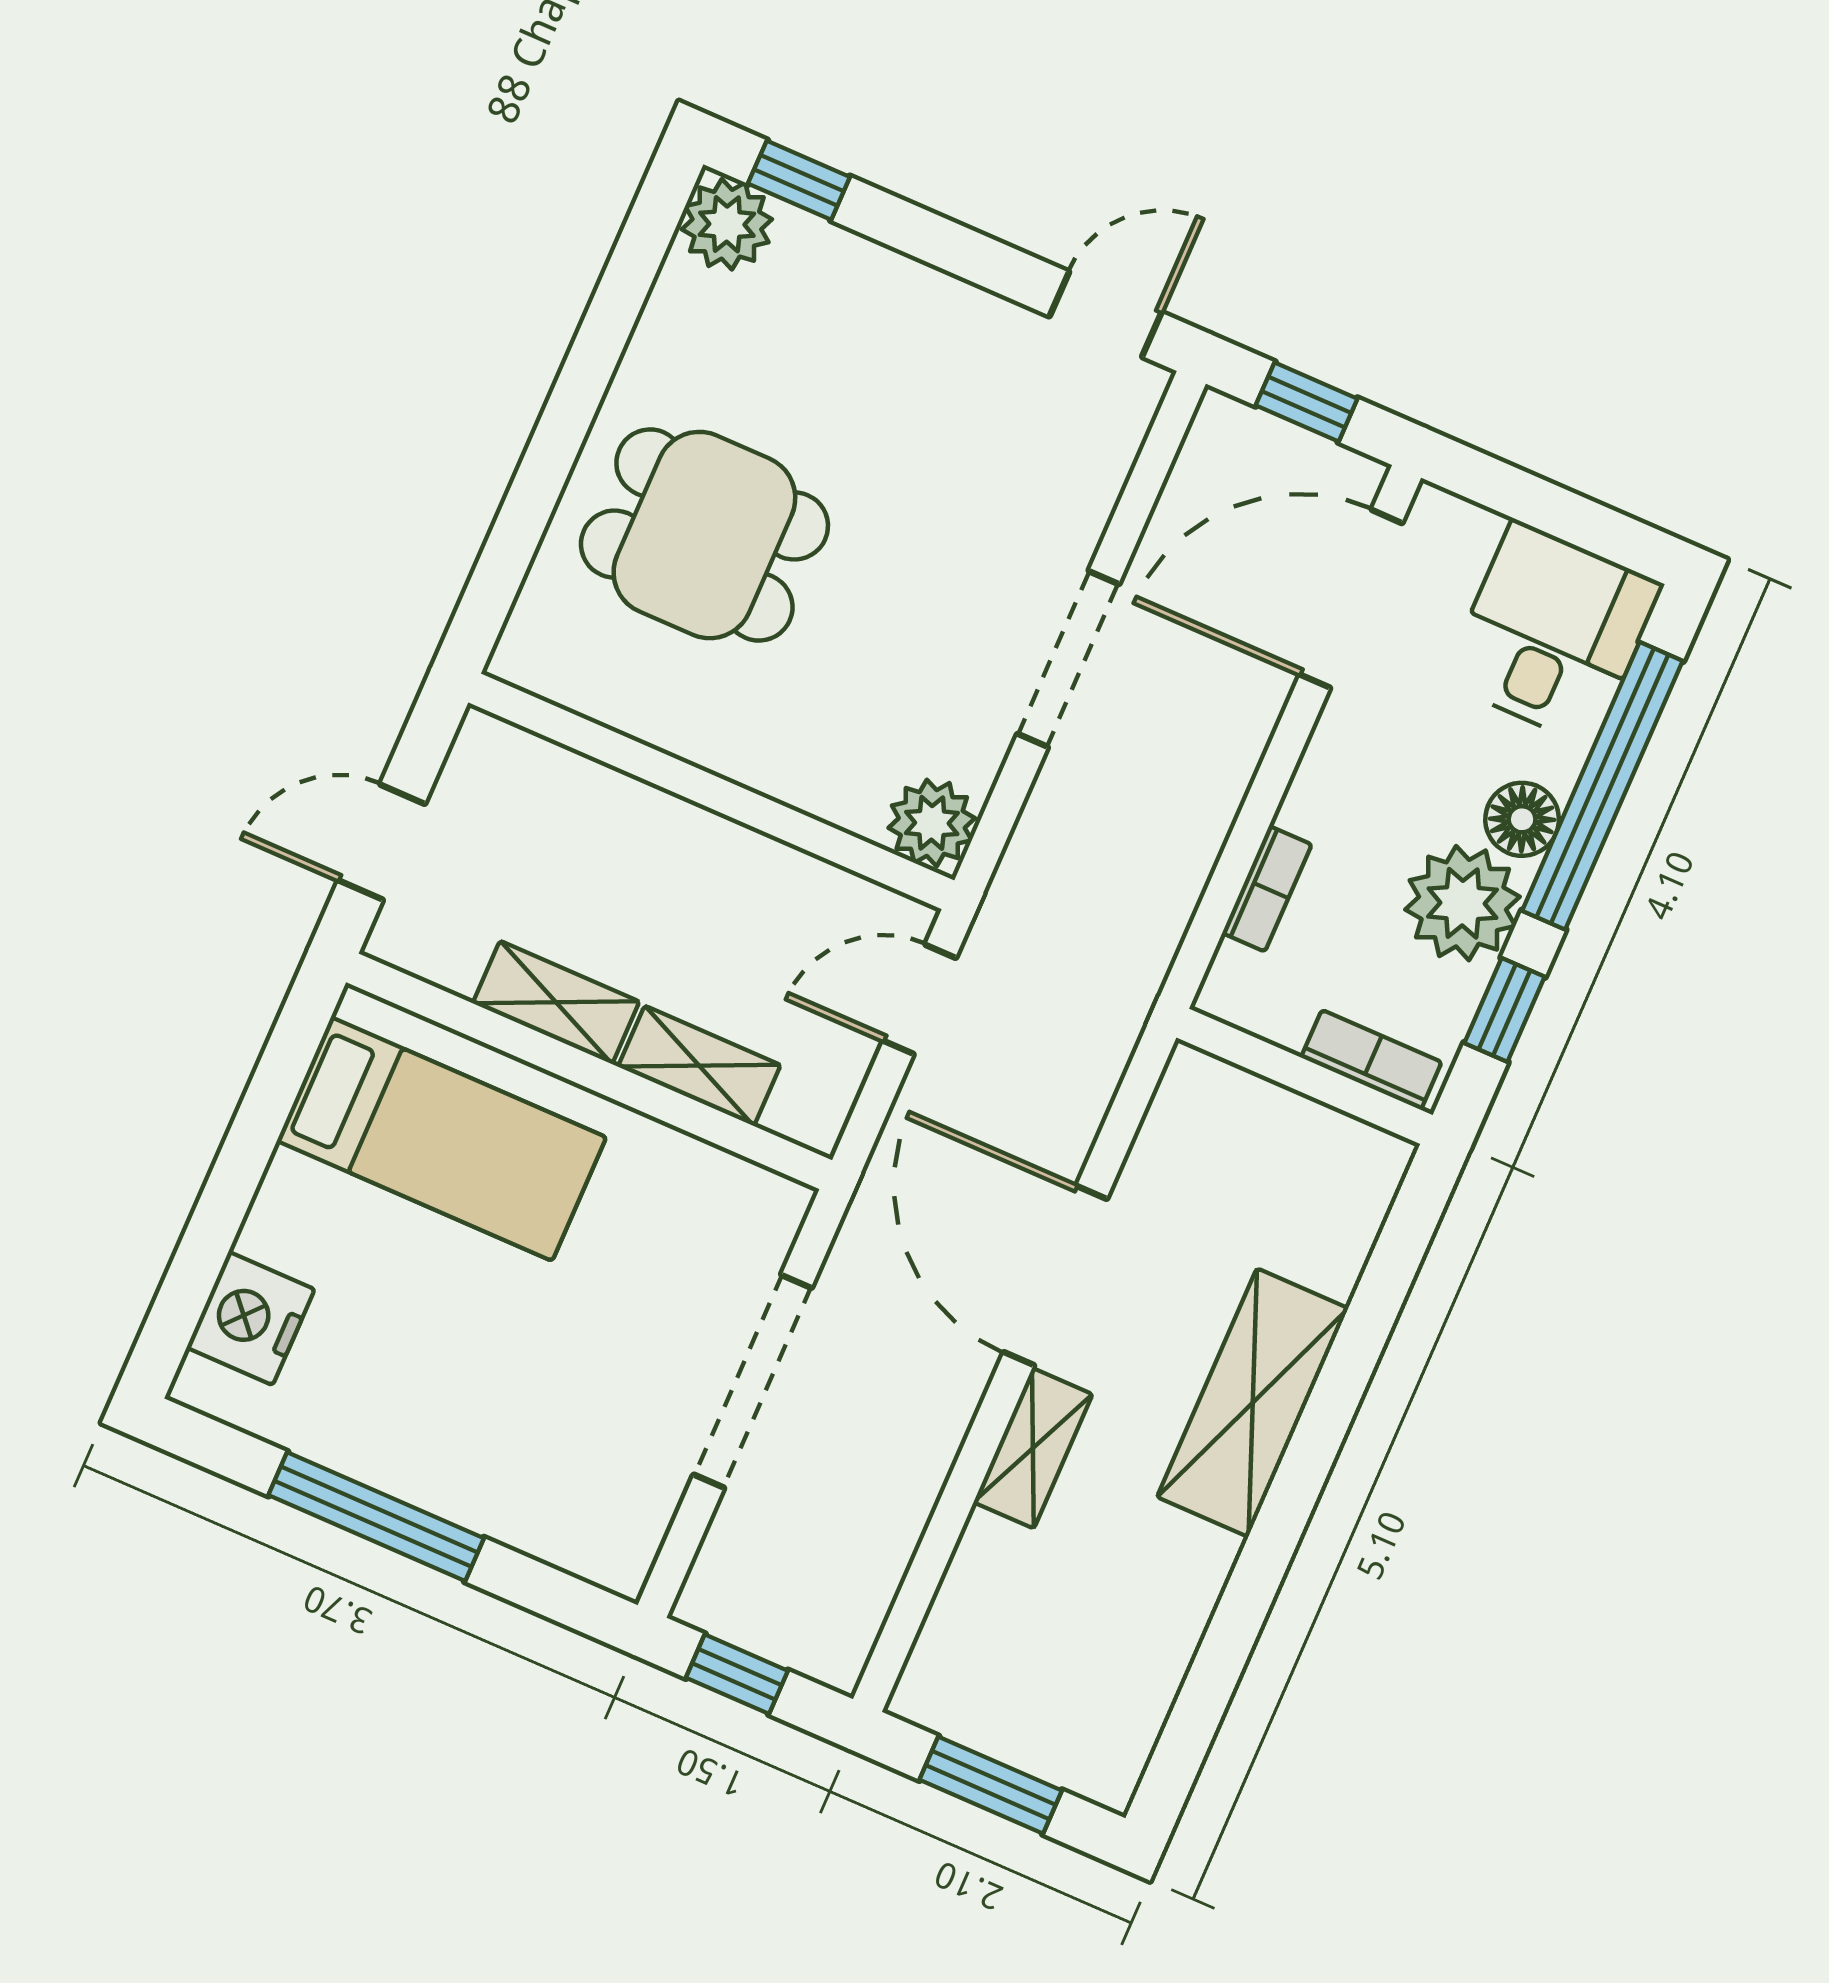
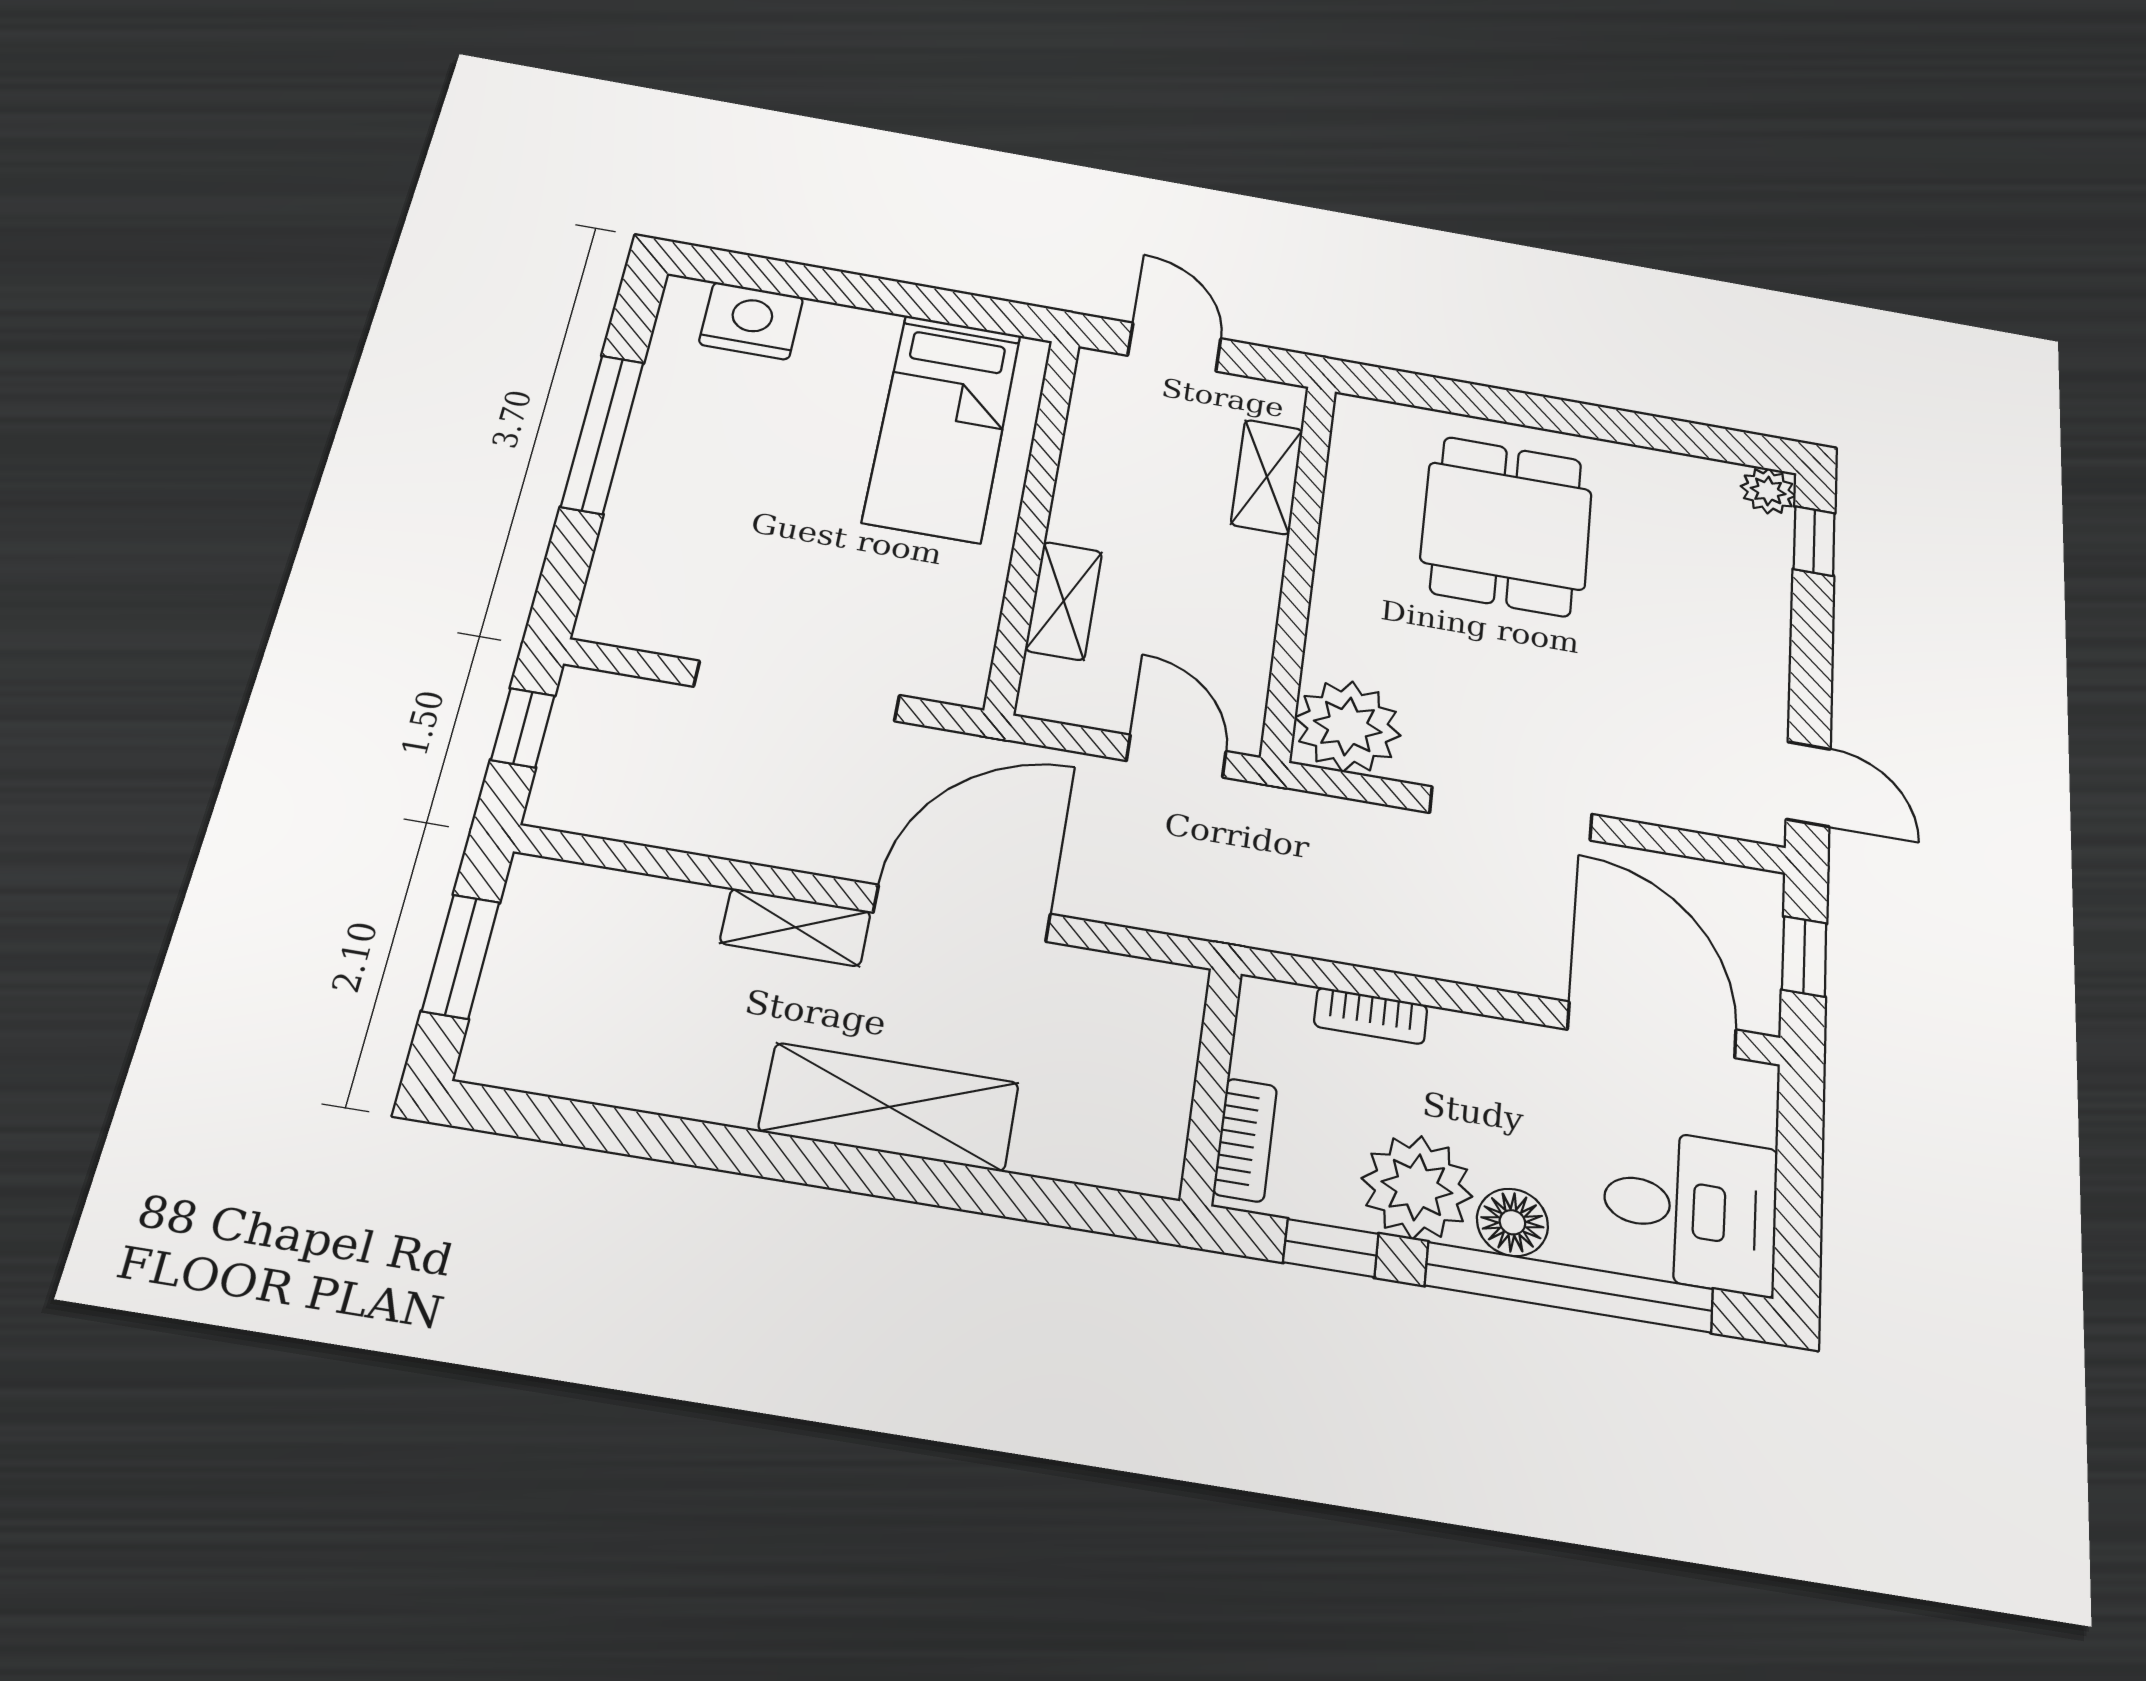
plant: (727, 224) -> (1768, 491), width x0.73, depth x0.73
plant: (932, 823) -> (1348, 726), width x1.36, depth x1.36
shelving: (556, 1002) -> (1267, 477), moved

